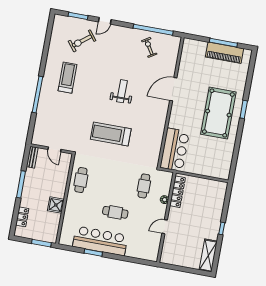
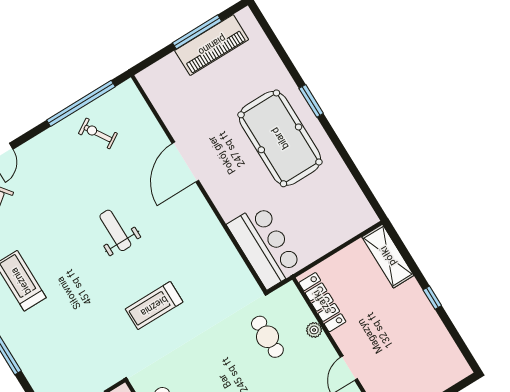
treadmill: (111, 134) -> (154, 306), width x0.73, depth x0.73
shelving: (208, 256) -> (388, 256), moved

